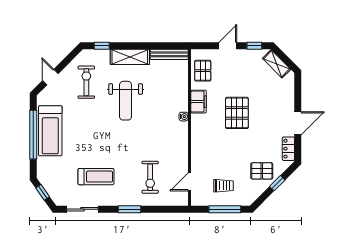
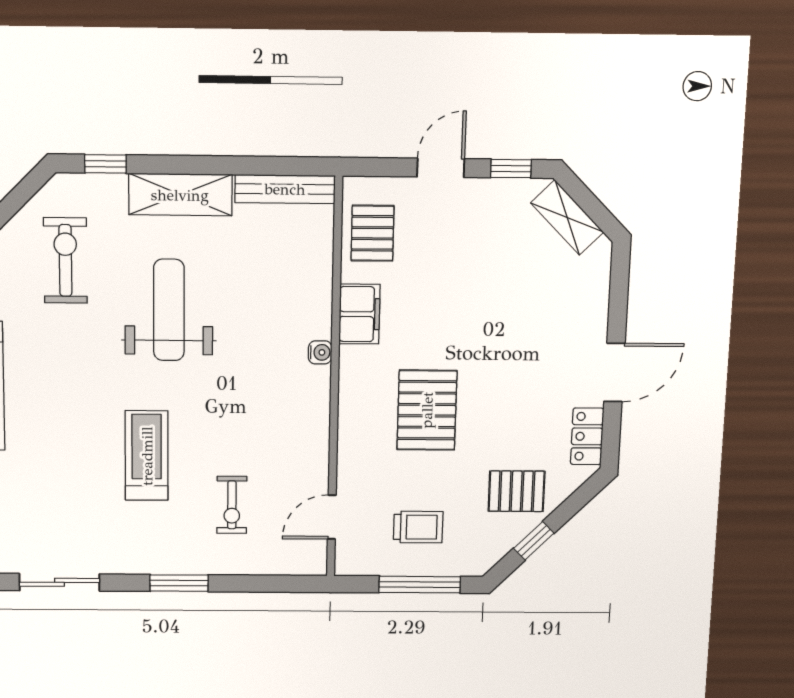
weight bench: (126, 101) -> (169, 310), turned 180
pallet: (237, 113) -> (427, 410), moved
treadmill: (96, 177) -> (147, 456), moved, turned -90
exercise bike: (150, 177) -> (232, 505), width x0.73, depth x0.72
window: (277, 183) -> (534, 541), moved

